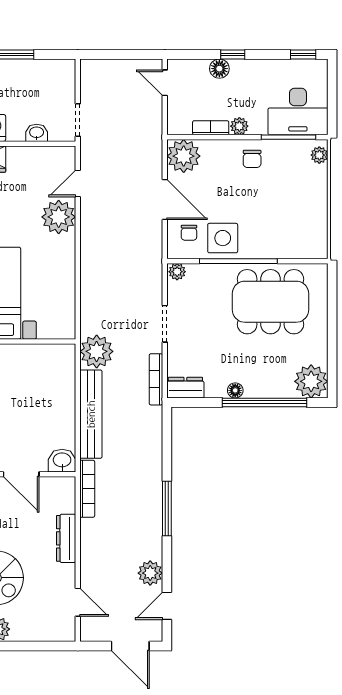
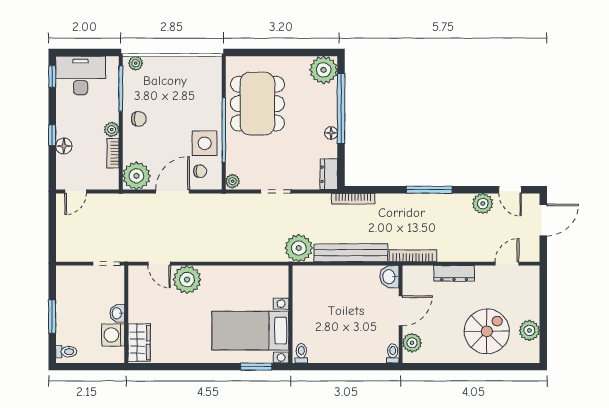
desk: (298, 112) -> (81, 76), moved, turned -90
washbasin: (37, 133) -> (117, 313), moved
bookcase: (156, 379) -> (353, 199), moved

